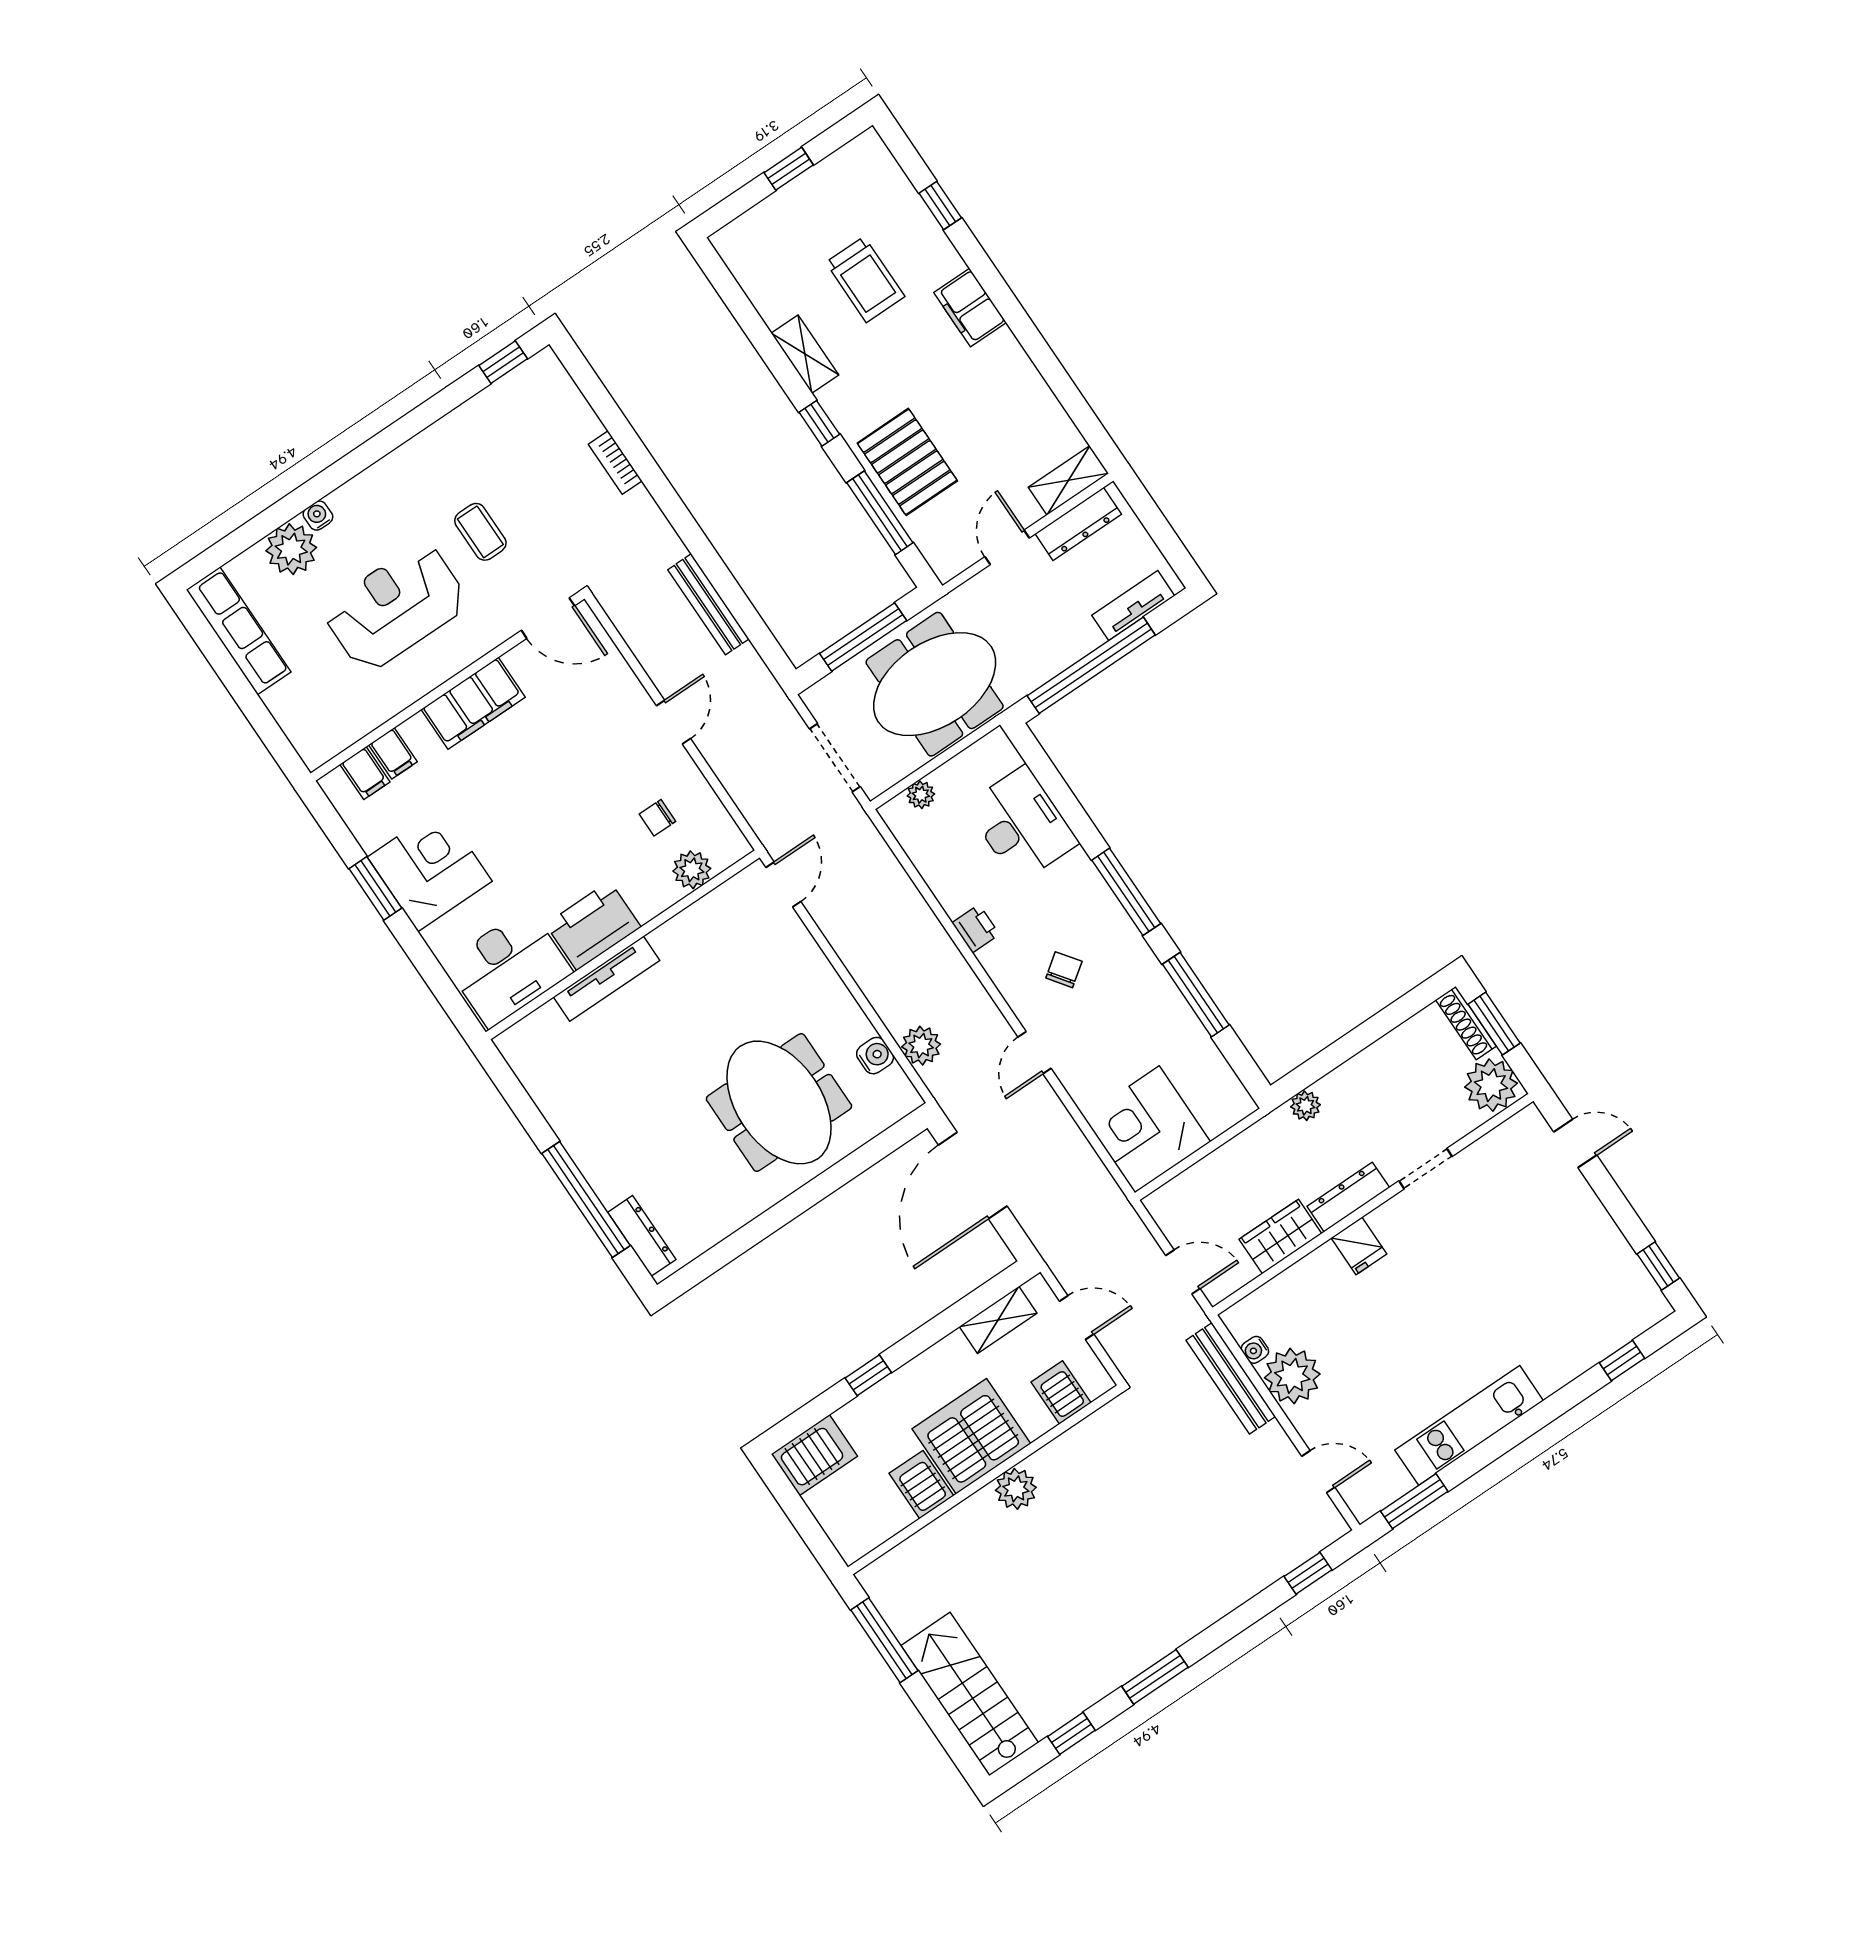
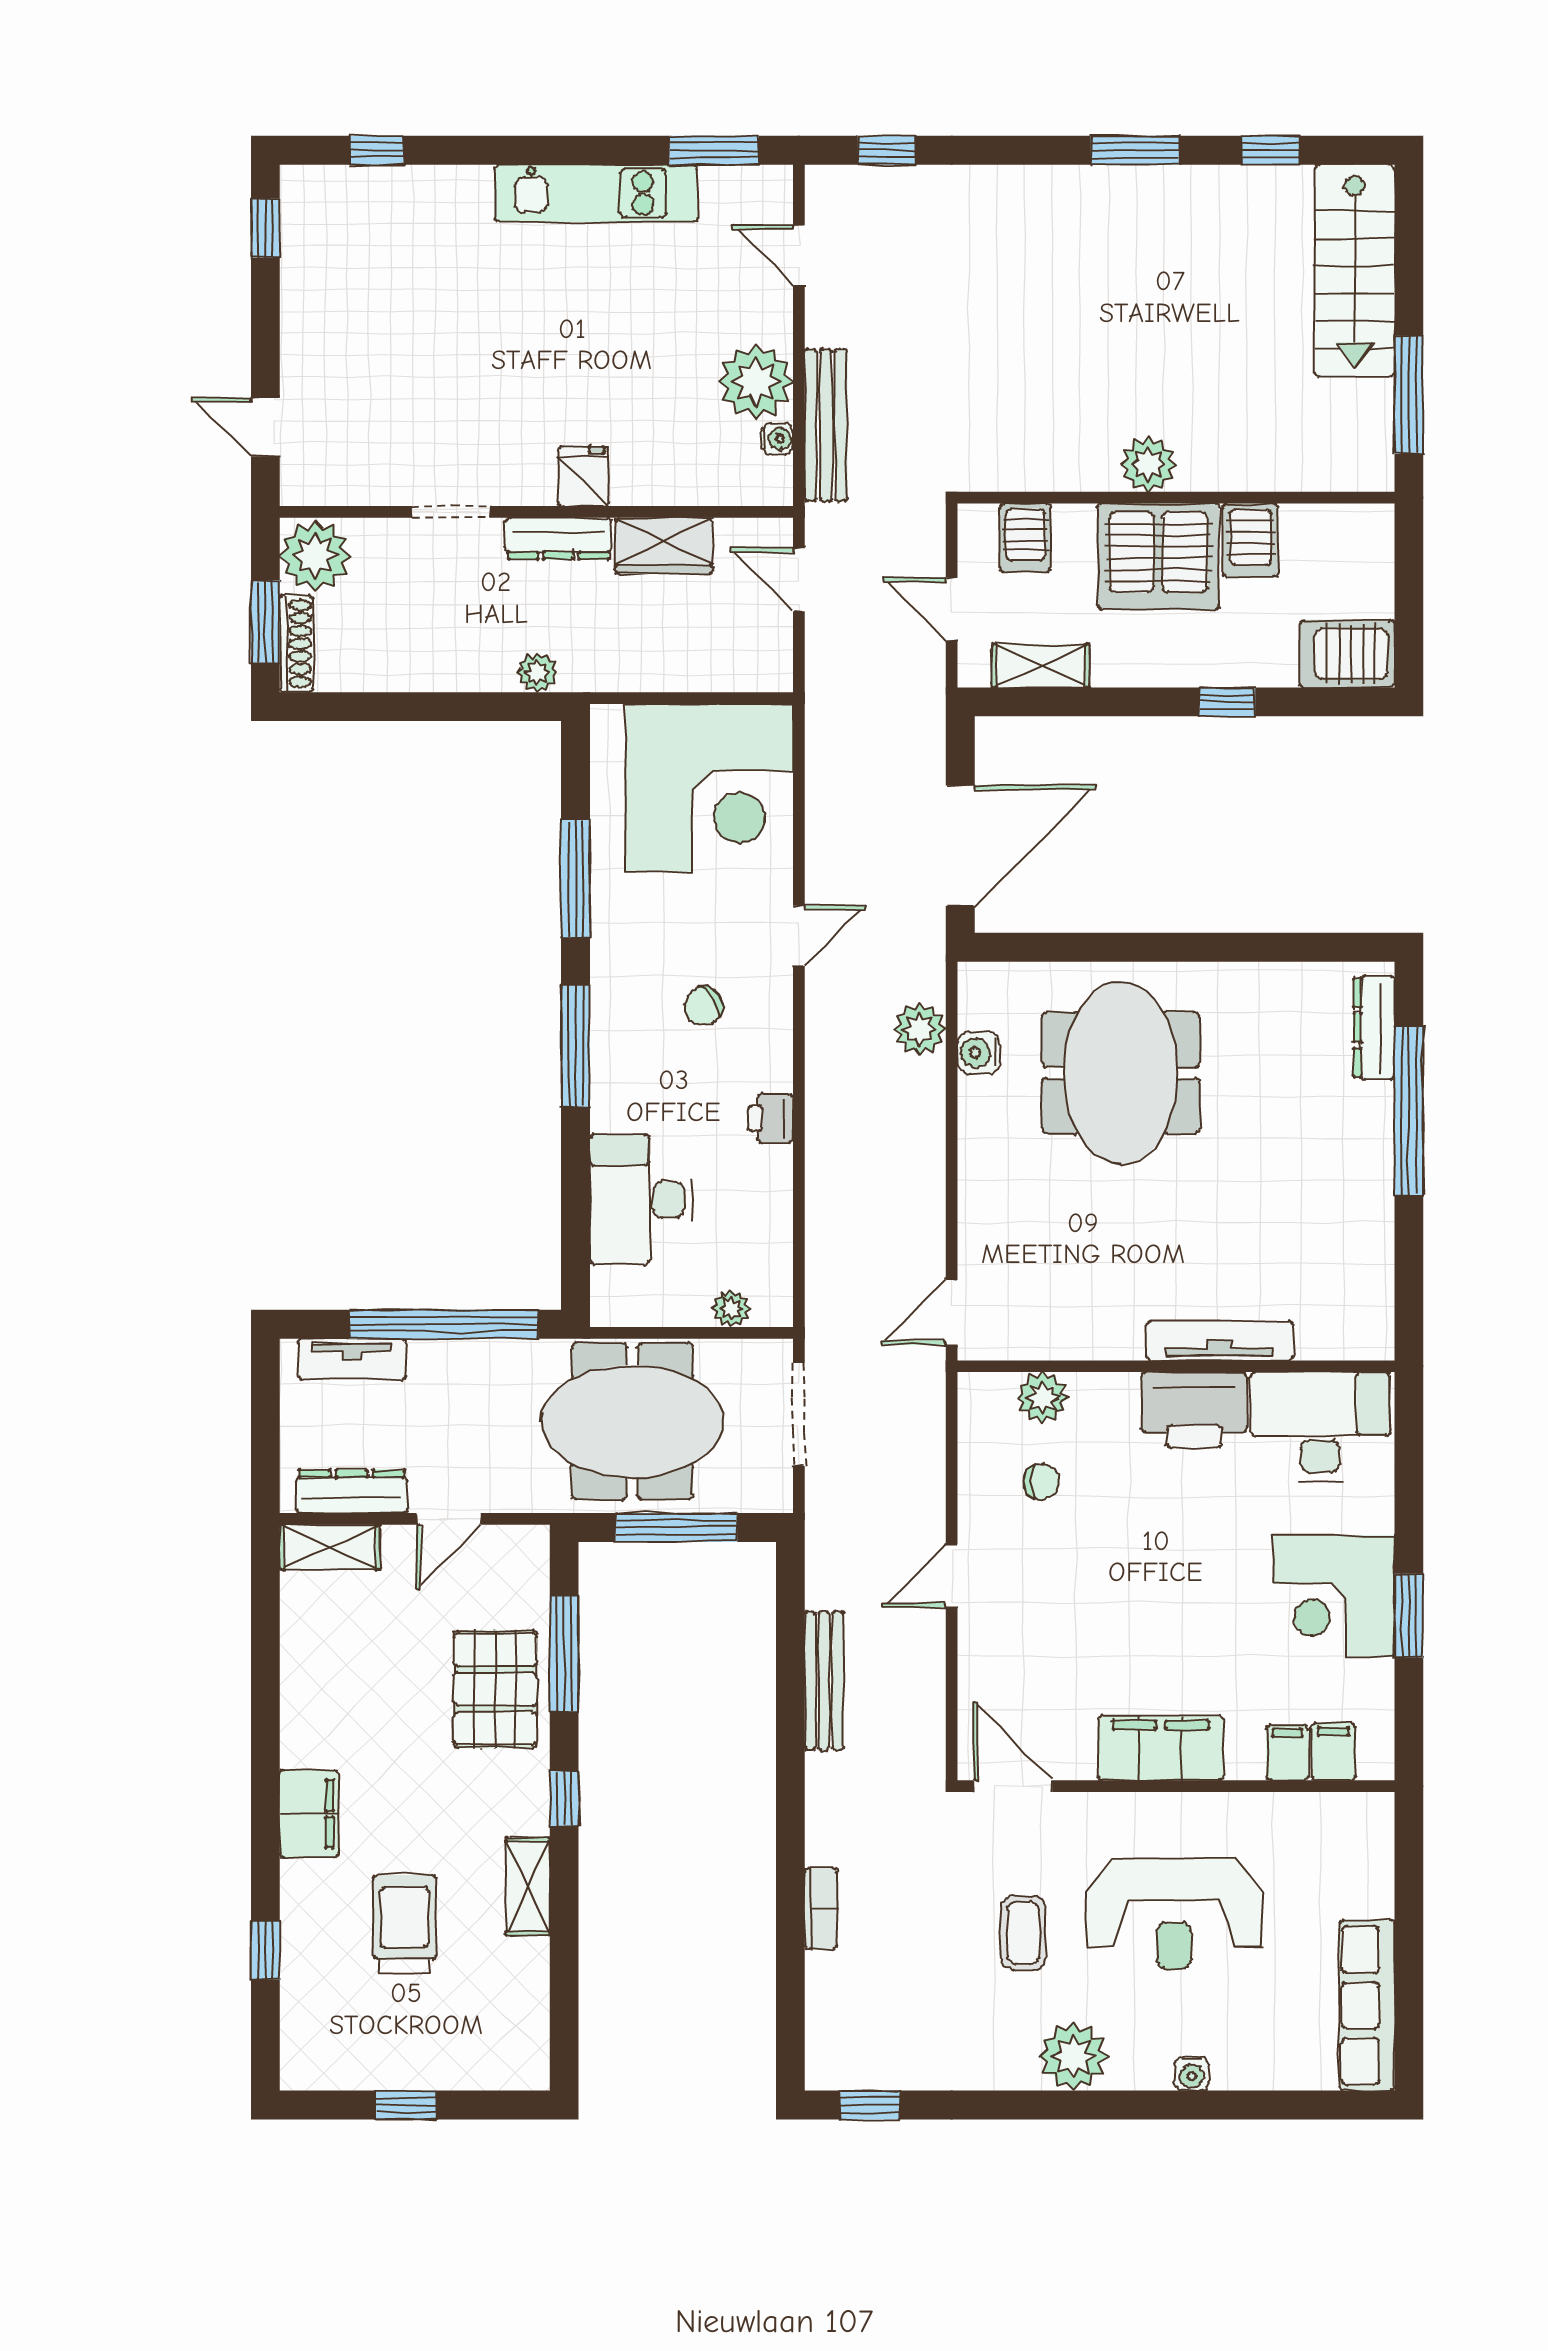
plant: (291, 549) -> (1073, 2056), moved
corner desk: (1147, 1129) -> (709, 788), width x1.36, depth x1.36

